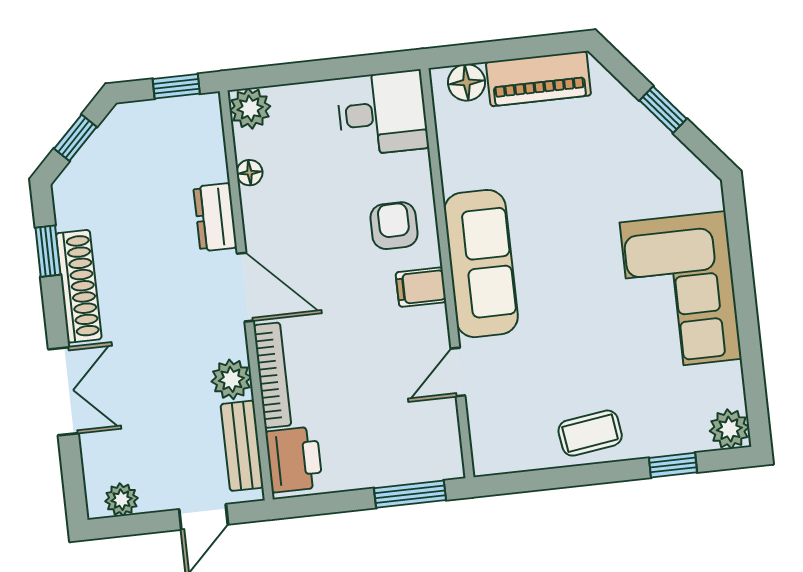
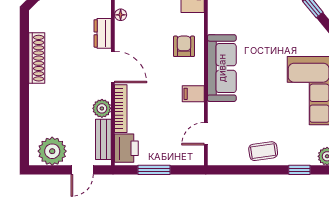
window: (48, 251) -> (24, 41), removed
filing cabinet: (421, 287) -> (193, 94), moved
door: (458, 372) -> (206, 134), moved
double door: (63, 391) -> (24, 105), removed
window: (410, 494) -> (154, 170), moved
plant: (122, 500) -> (52, 151), width x1.88, depth x1.88

